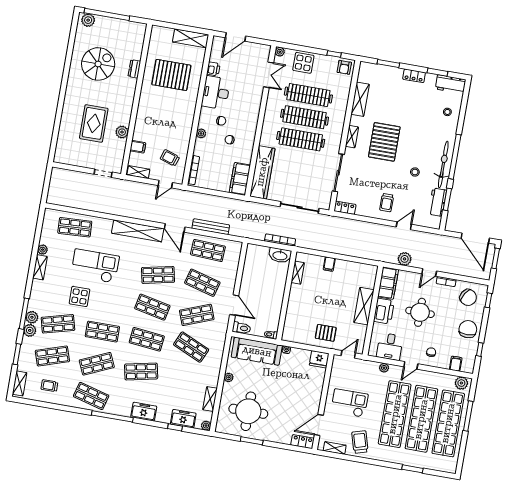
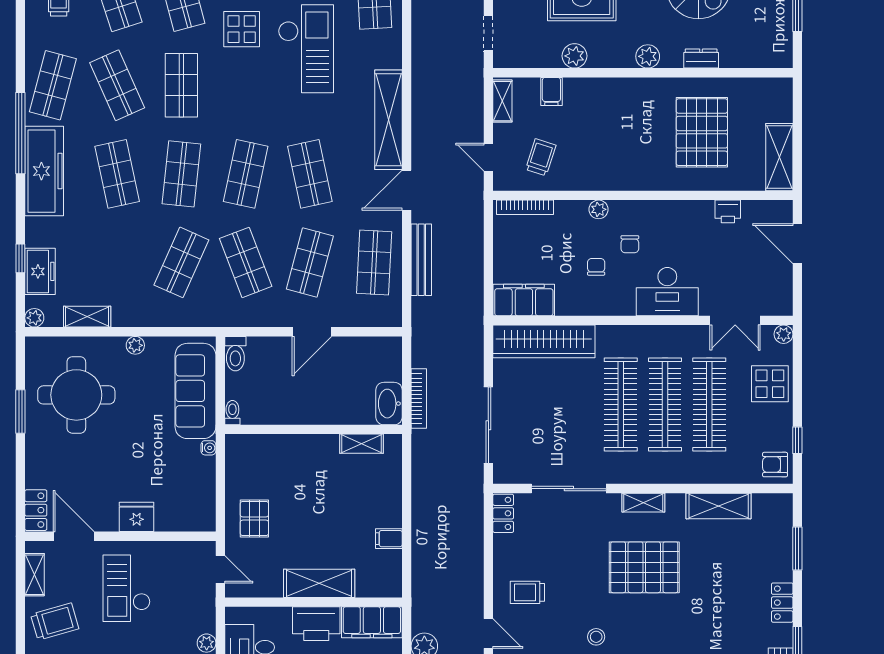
desk: (216, 93) -> (667, 292), moved, turned 180
plant: (129, 95) -> (648, 56), added
filing cabinet: (329, 264) -> (389, 539), moved
door: (234, 305) -> (312, 332), moved
fridge: (319, 359) -> (137, 517), moved, turned 90
checkout: (350, 403) -> (127, 588), turned 180
freezer: (144, 412) -> (44, 171), width x1.91, depth x1.26

